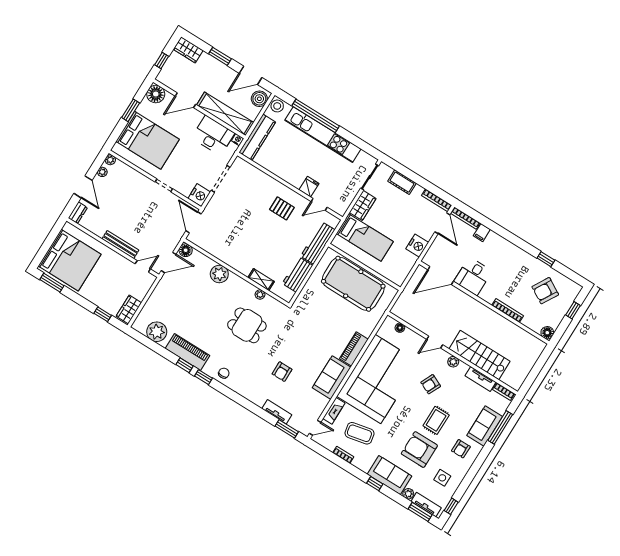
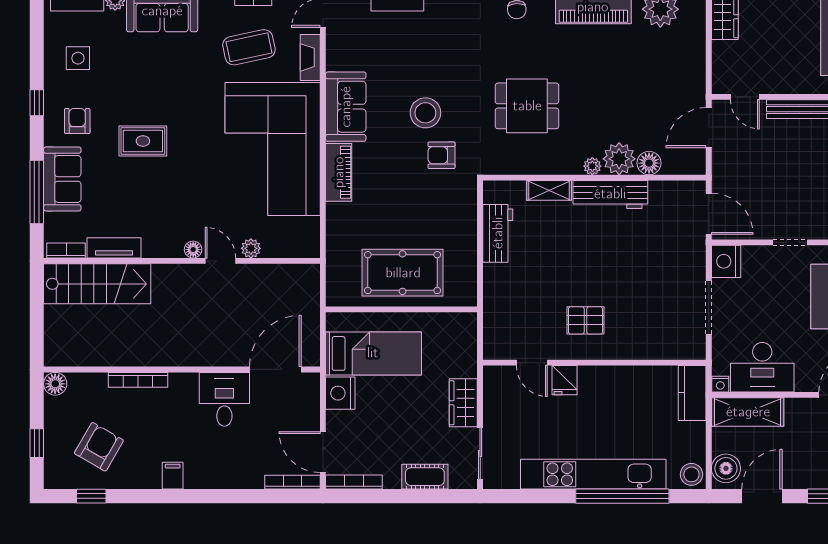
shelving: (225, 114) -> (748, 412), width x0.68
kitchen counter: (257, 137) -> (692, 393), width x0.67
door: (319, 204) -> (532, 363), swing flipped
filing cabinet: (482, 233) -> (173, 476), moved
bed: (365, 237) -> (373, 353), moved, turned 180
workbench: (318, 243) -> (610, 194), moved, turned 90
floor lamp: (186, 250) -> (649, 163), moved
window: (546, 259) -> (91, 496), moved
door: (143, 266) -> (745, 97), hinge flipped
pool table: (353, 284) -> (403, 273), width x0.73, depth x0.76
plant: (260, 295) -> (592, 166), moved
floor lamp: (400, 328) -> (193, 250), moved
door: (435, 342) -> (220, 261), hinge flipped
stool: (296, 352) -> (425, 113), added
stairs: (480, 355) -> (97, 284), moved
plant: (453, 362) -> (251, 248), moved
armchair: (282, 372) -> (441, 155), moved, turned -90
armchair: (431, 384) -> (186, 192), removed
rug: (436, 420) -> (143, 141), turned 90
armchair: (419, 450) -> (141, 80), removed
window: (451, 506) -> (37, 103), moved

